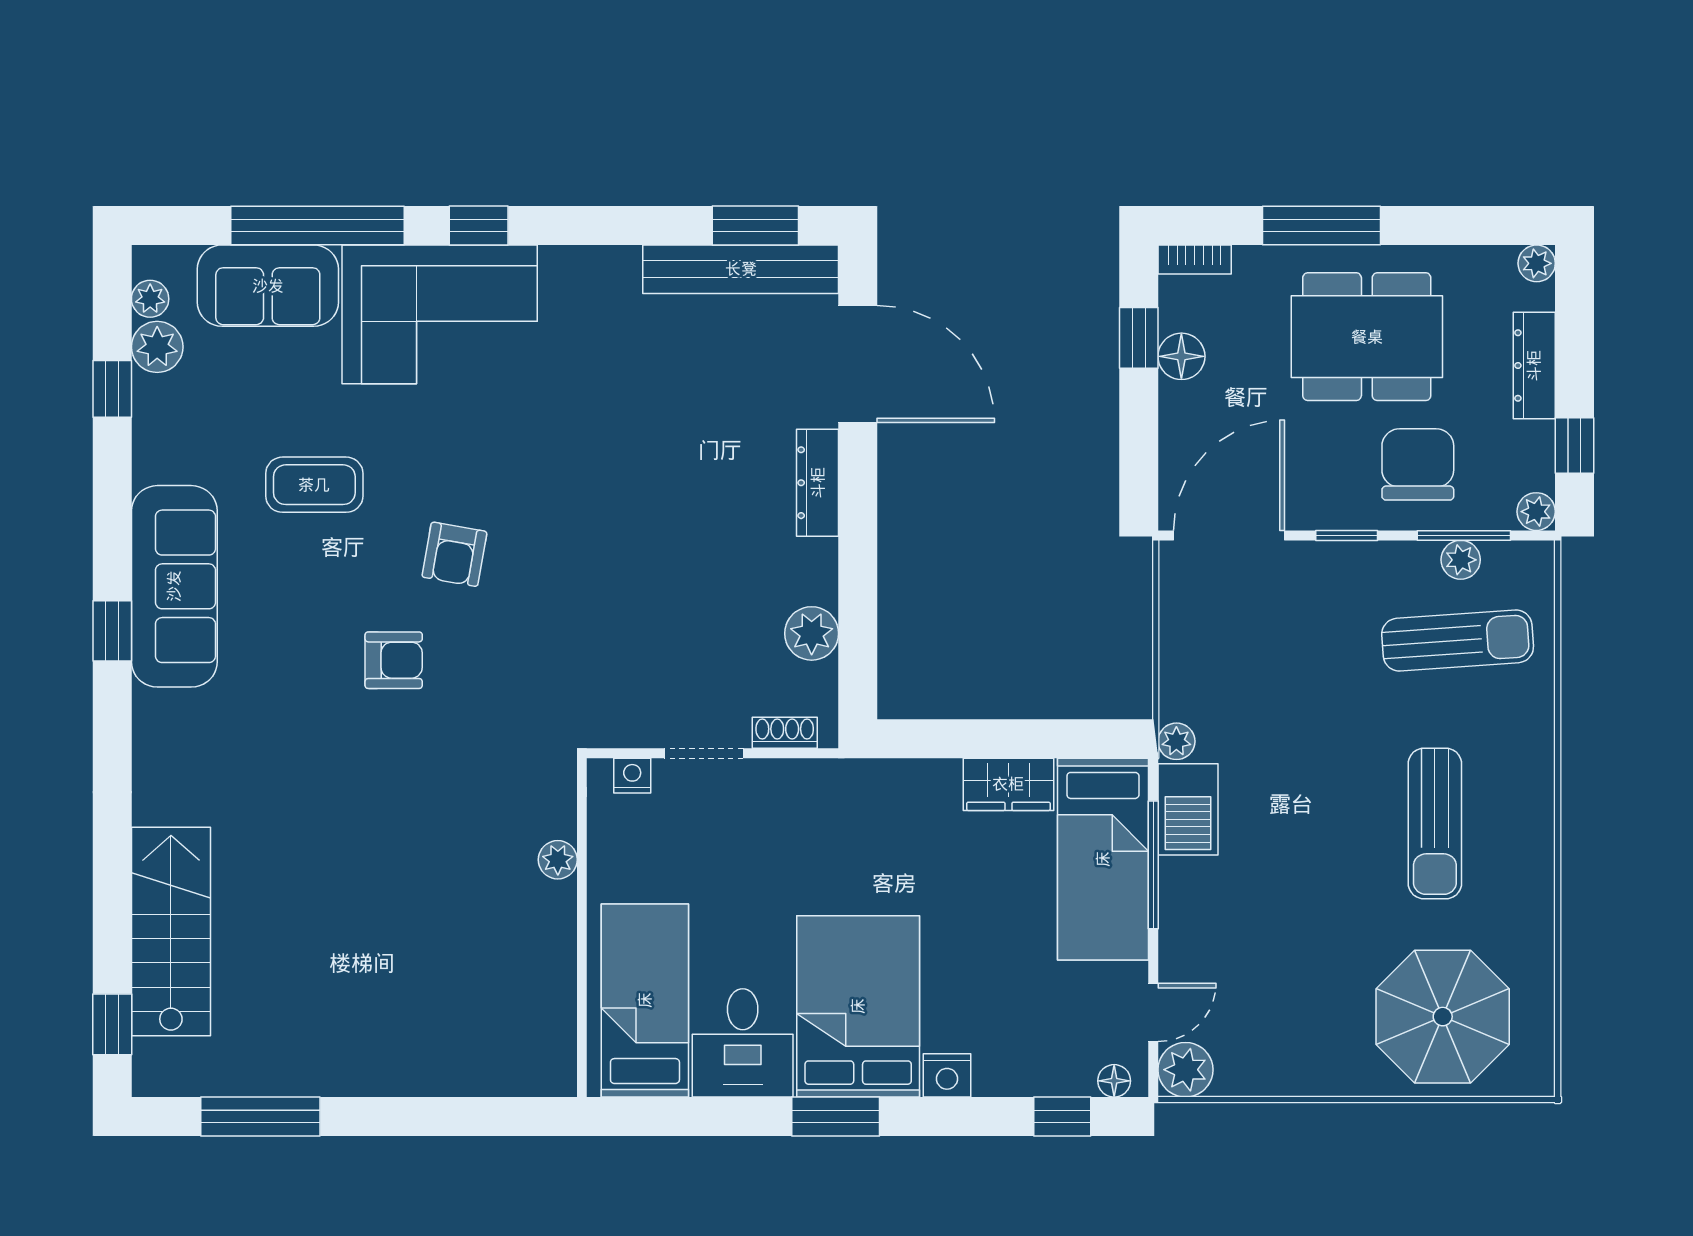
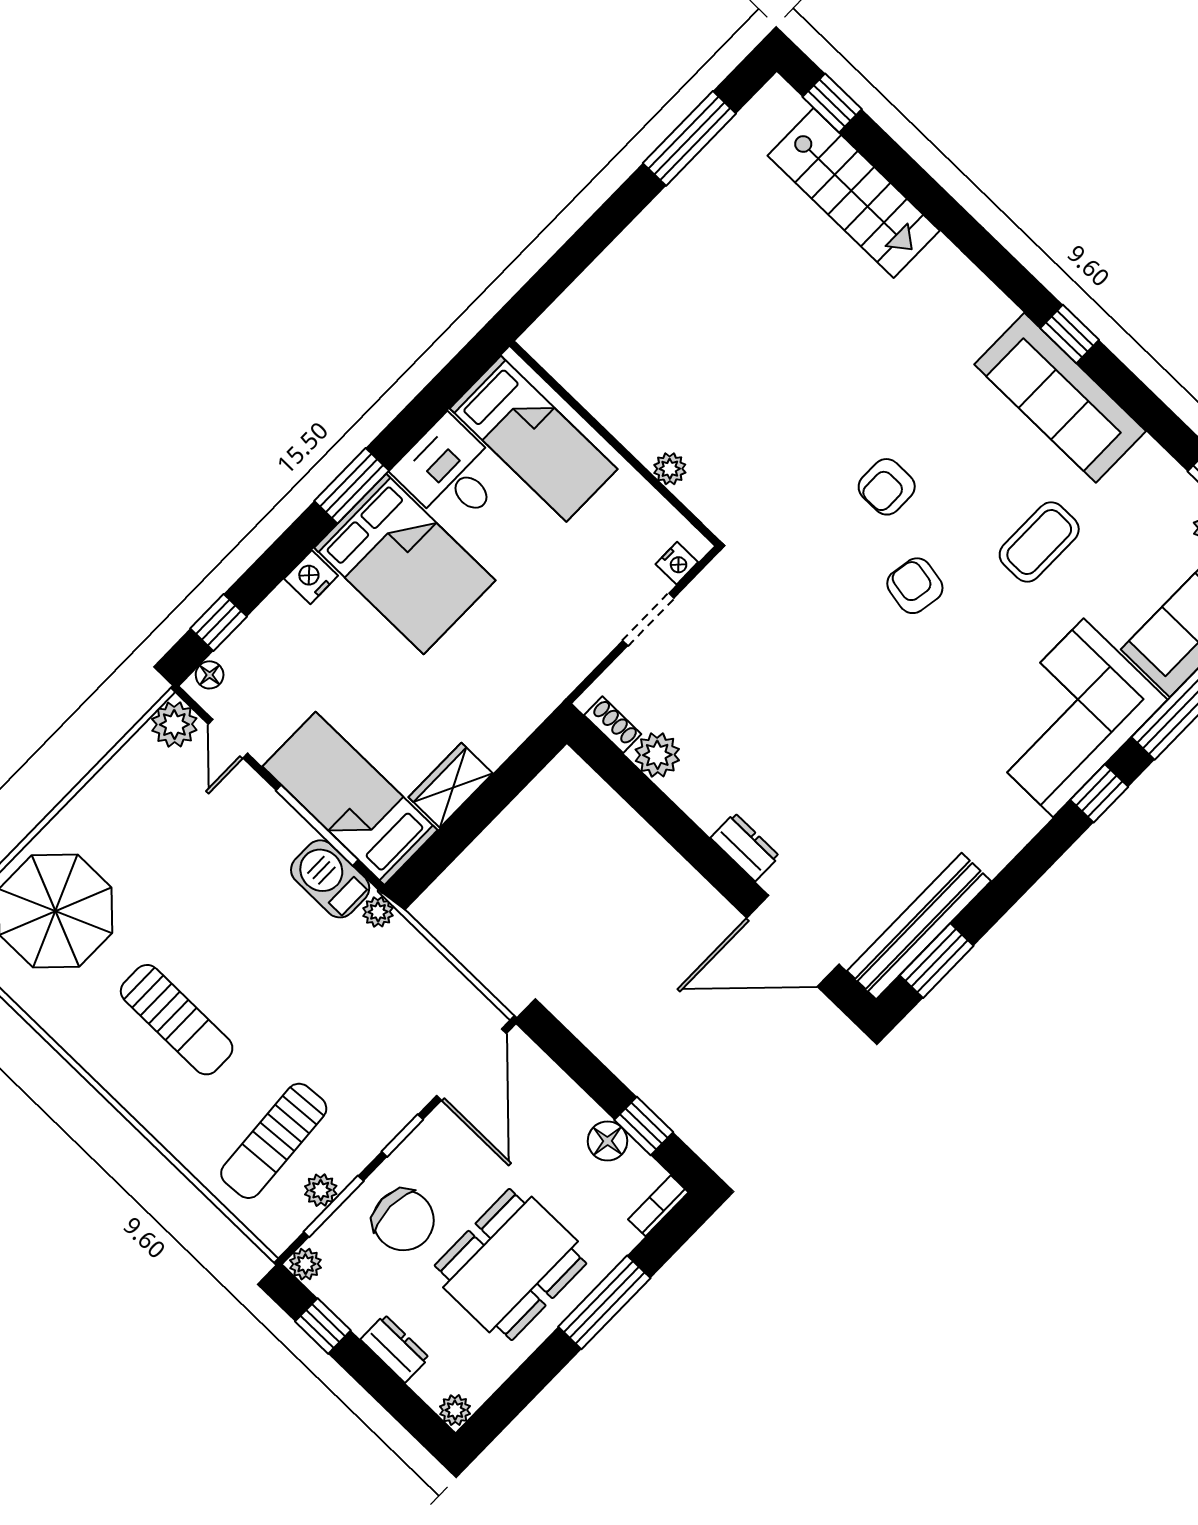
dresser: (1534, 366) -> (395, 1349), width x0.70
dresser: (818, 483) -> (745, 847), width x0.70
shoe rack: (785, 733) -> (613, 725), moved, turned -90
sun lounger: (1435, 824) -> (177, 1020), turned 180

